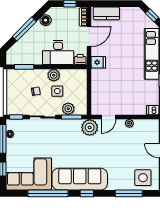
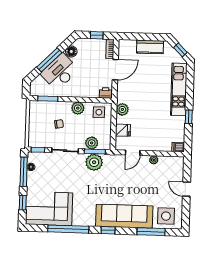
kitchen counter: (106, 13) -> (150, 47), moved
desk: (58, 52) -> (60, 72), moved, turned 135
fridge: (98, 62) -> (123, 130), moved
plant: (97, 75) -> (122, 109), added
side table: (57, 91) -> (99, 112), moved
plant: (90, 127) -> (94, 162), moved
sofa: (80, 179) -> (124, 216), moved

